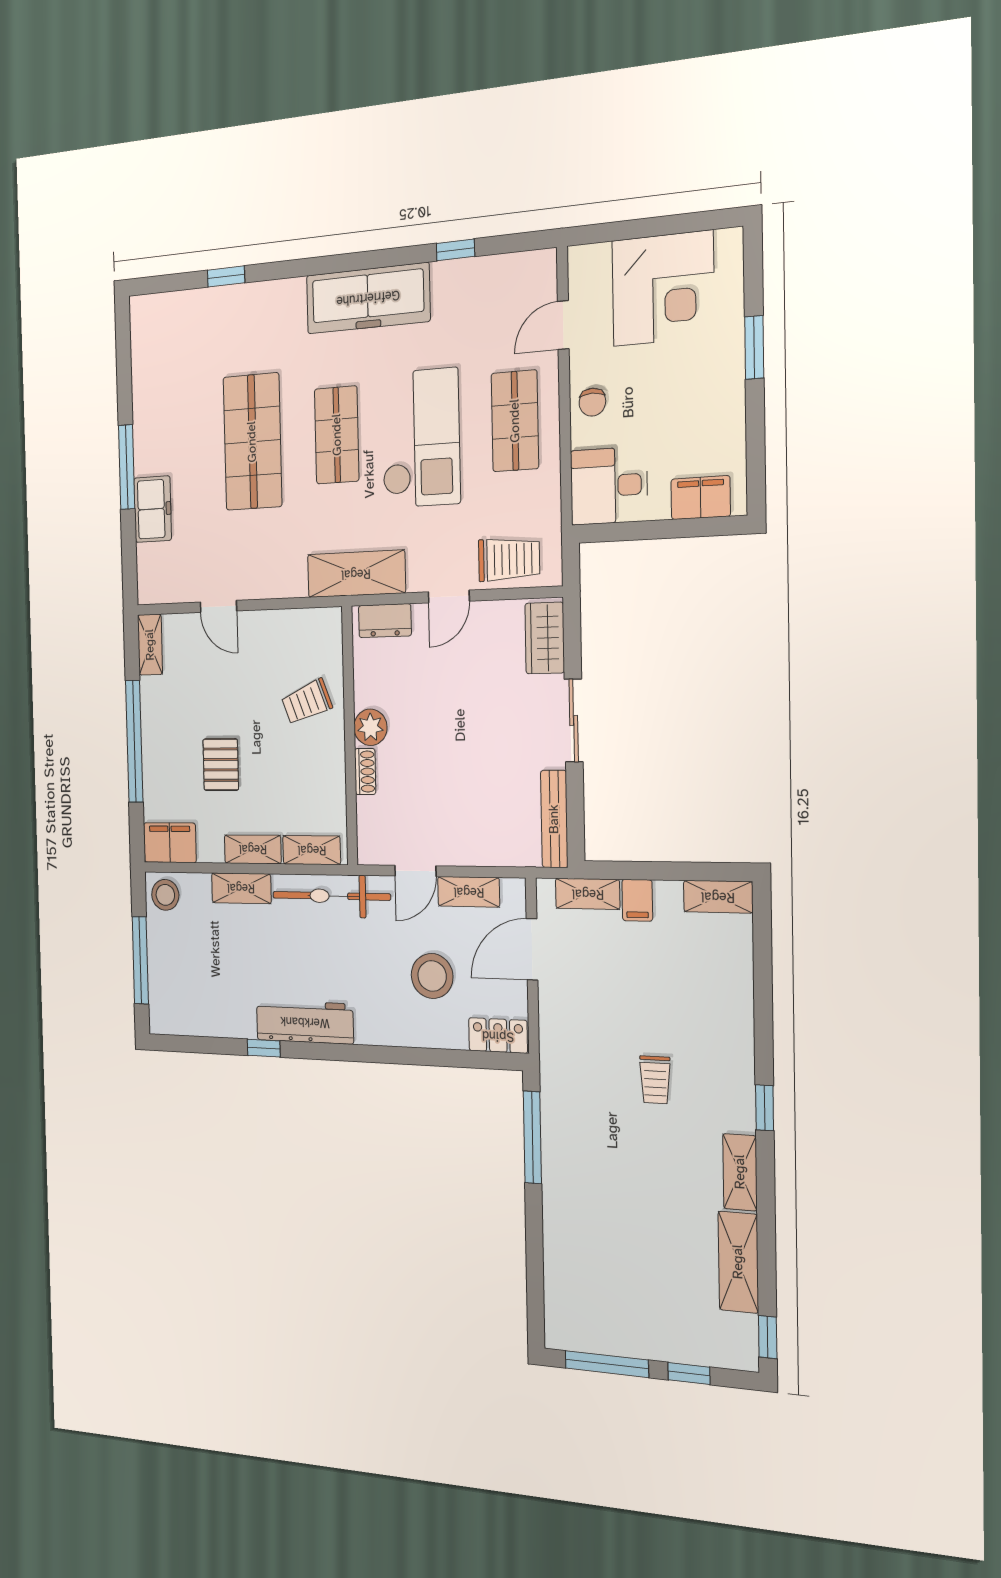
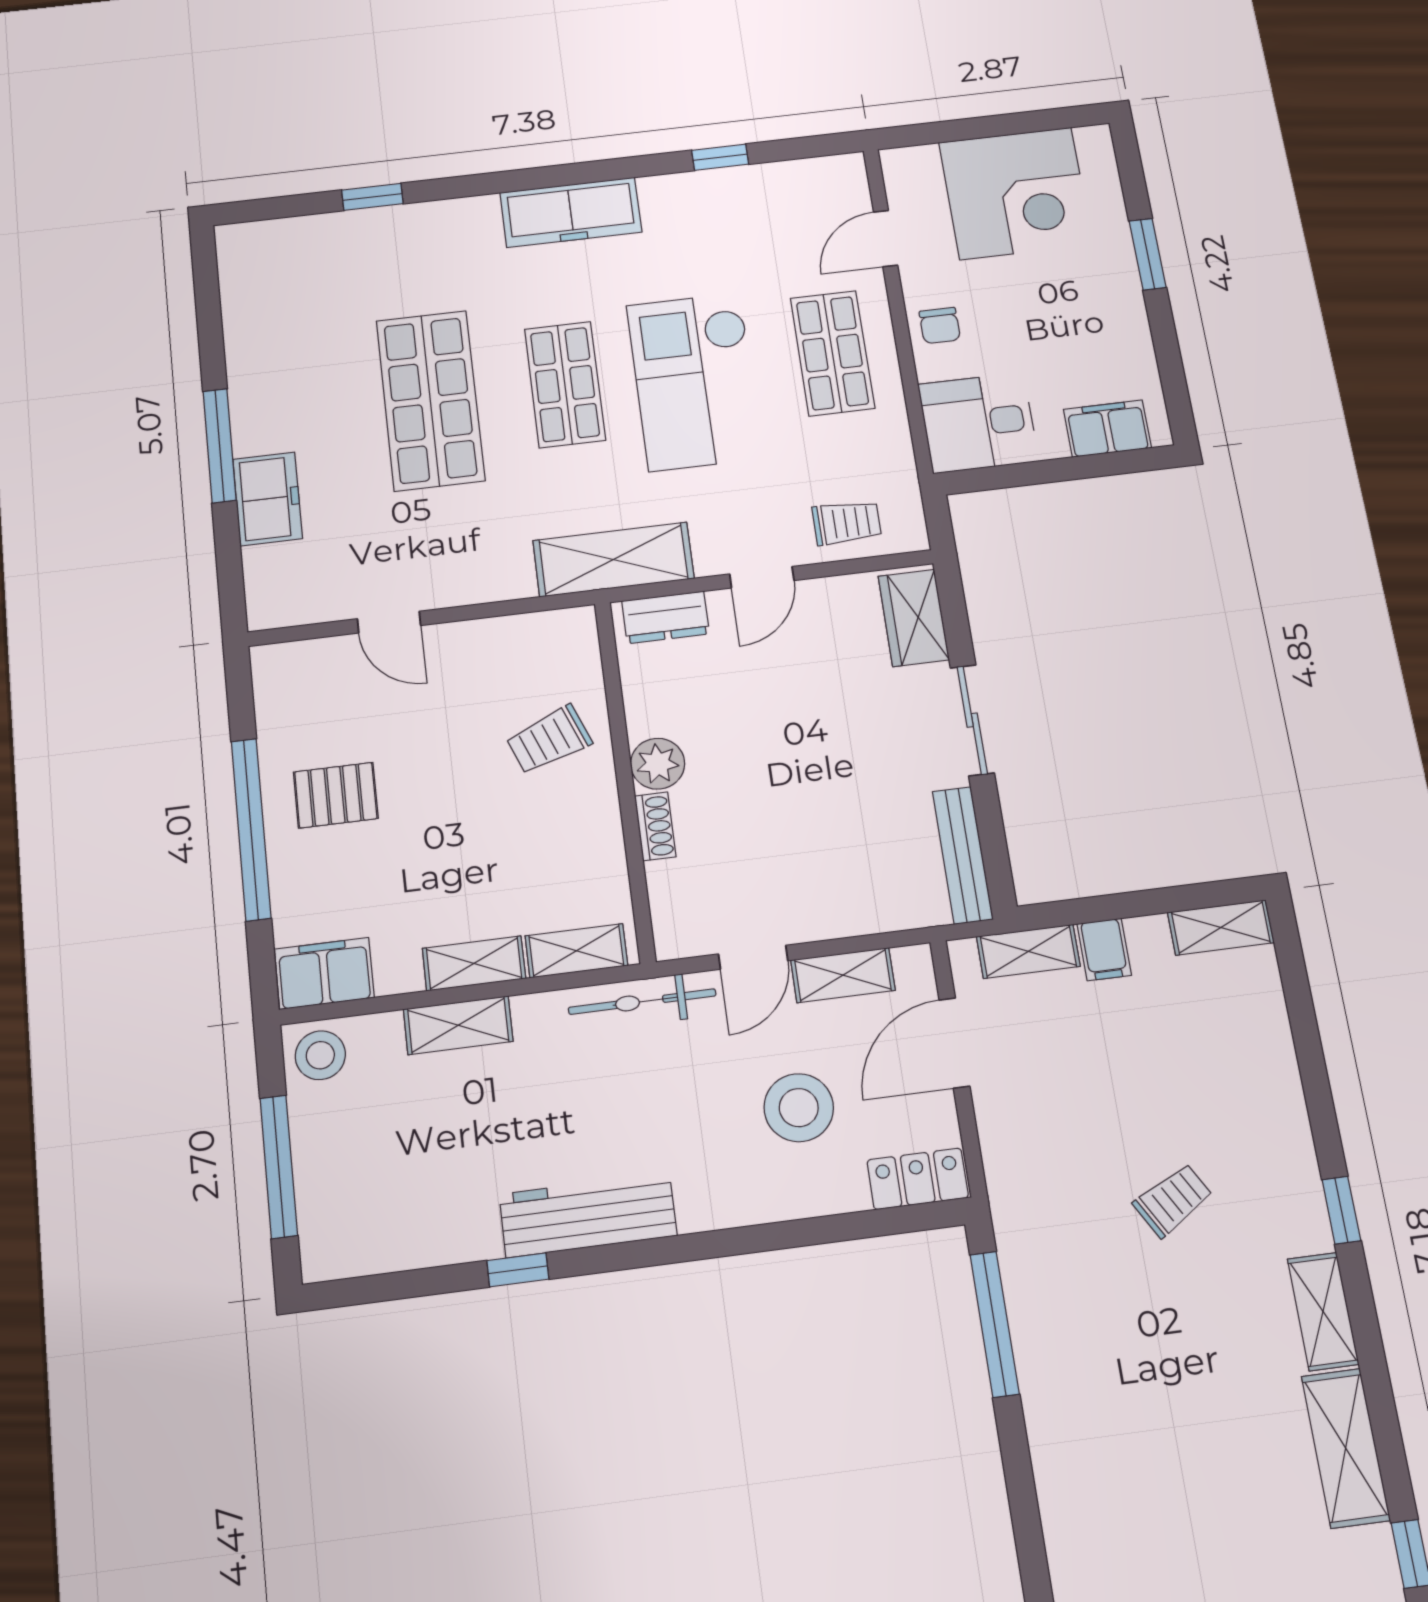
freezer: (368, 298) -> (571, 212), width x0.73, depth x0.79
checkout: (421, 438) -> (695, 381), turned 180
trolley: (509, 559) -> (847, 523), width x0.73, depth x0.72
shelving: (150, 645) -> (273, 686), removed
pallet: (221, 765) -> (336, 795), moved, turned 90
bicycle: (331, 896) -> (642, 1002), width x0.73, depth x0.71
trolley: (655, 1080) -> (1173, 1200), turned -120

